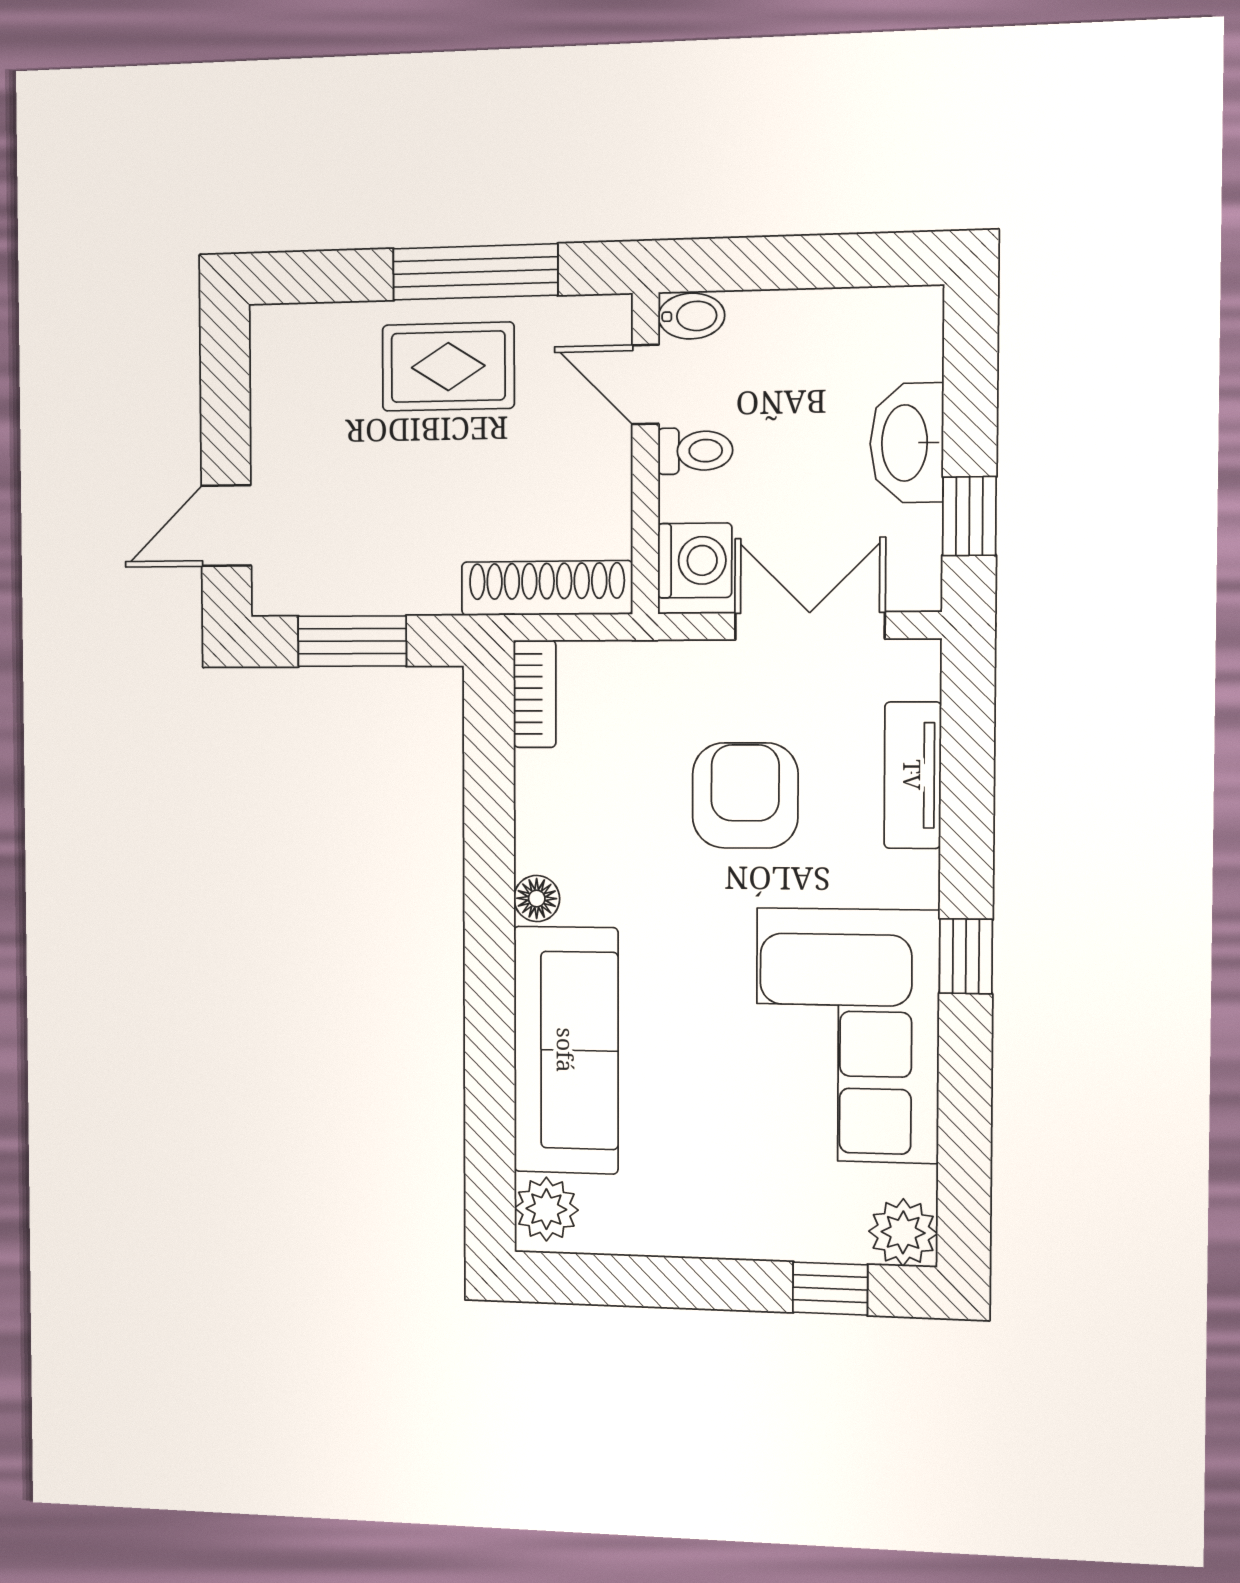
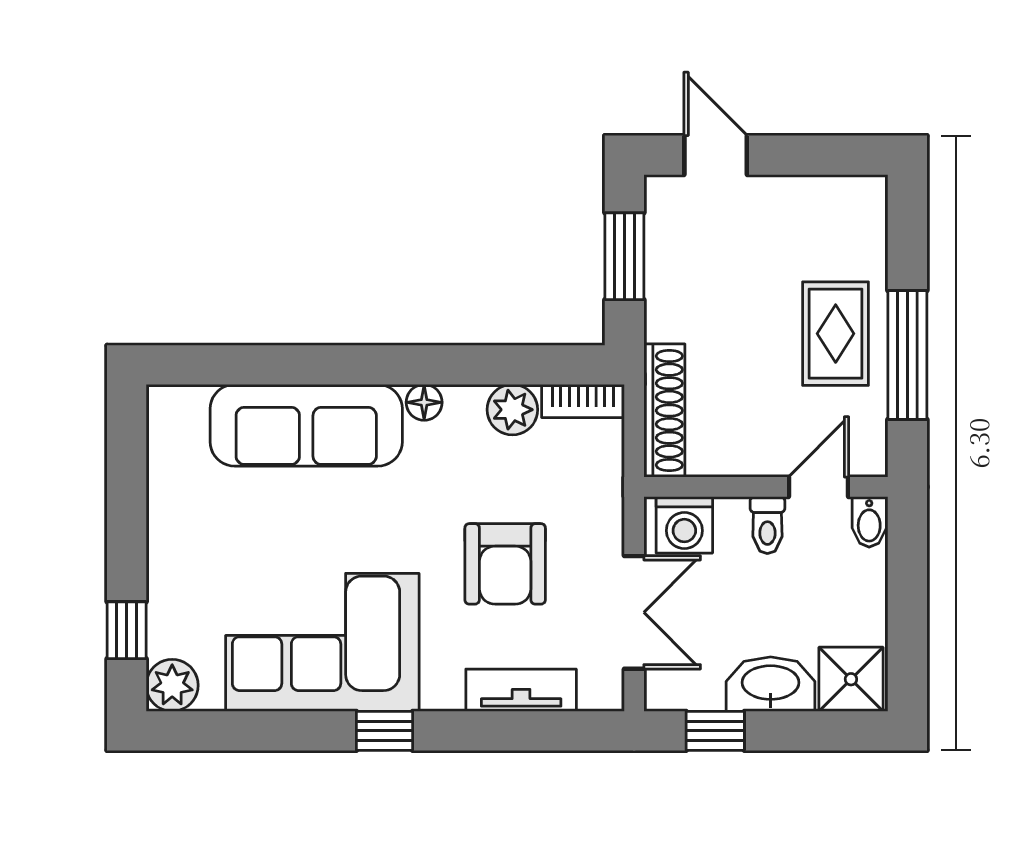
shower: (901, 335) -> (851, 679), added
armchair: (745, 795) -> (505, 564), turned 90
plant: (546, 1209) -> (512, 410), moved

